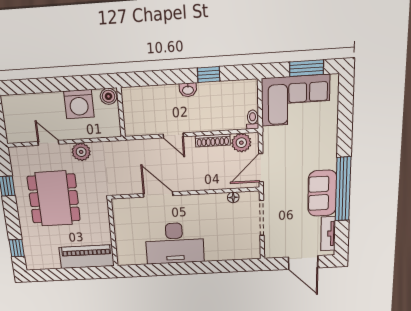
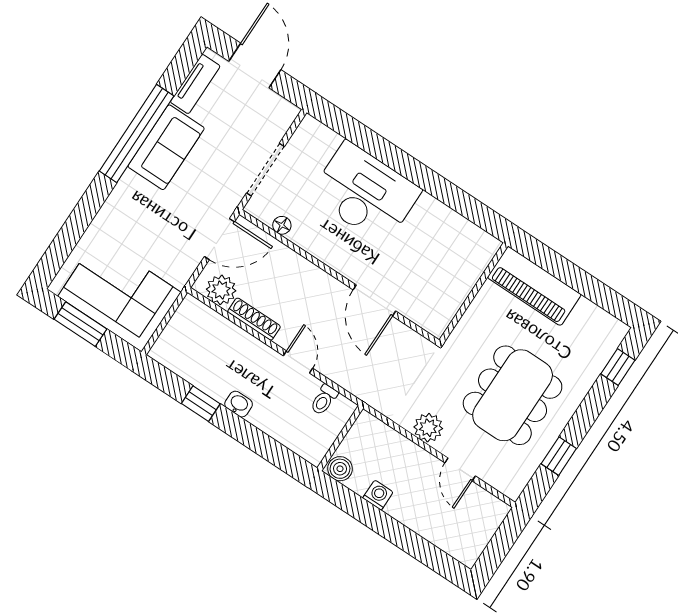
washing machine: (79, 104) -> (378, 495), width x0.53, depth x0.53
toilet: (253, 119) -> (324, 400), moved
desk: (175, 243) -> (365, 193), moved

